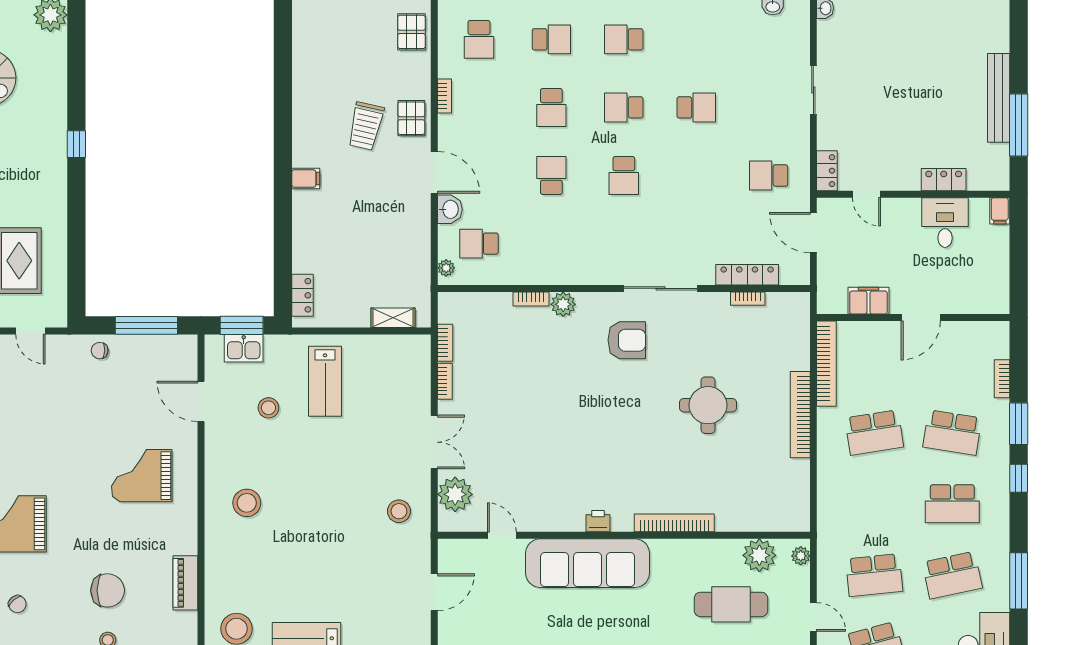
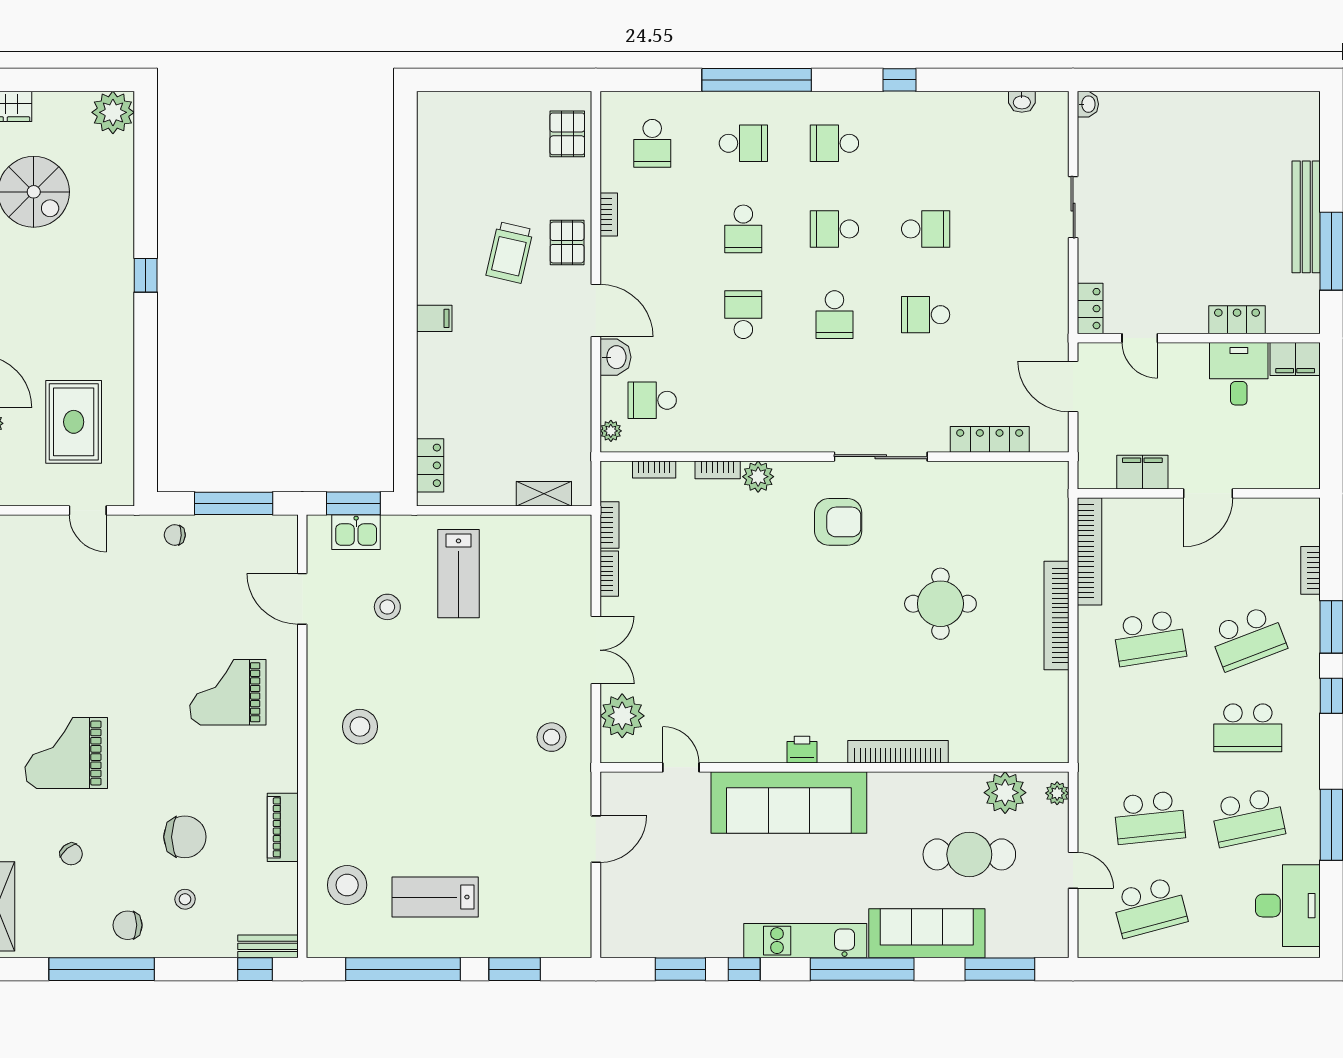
school desk: (769, 176) -> (926, 315), moved
filing cabinet: (1000, 211) -> (1295, 359), width x2.00
bookcase: (748, 299) -> (654, 470), moved
school desk: (952, 433) -> (1248, 638), turned -30

